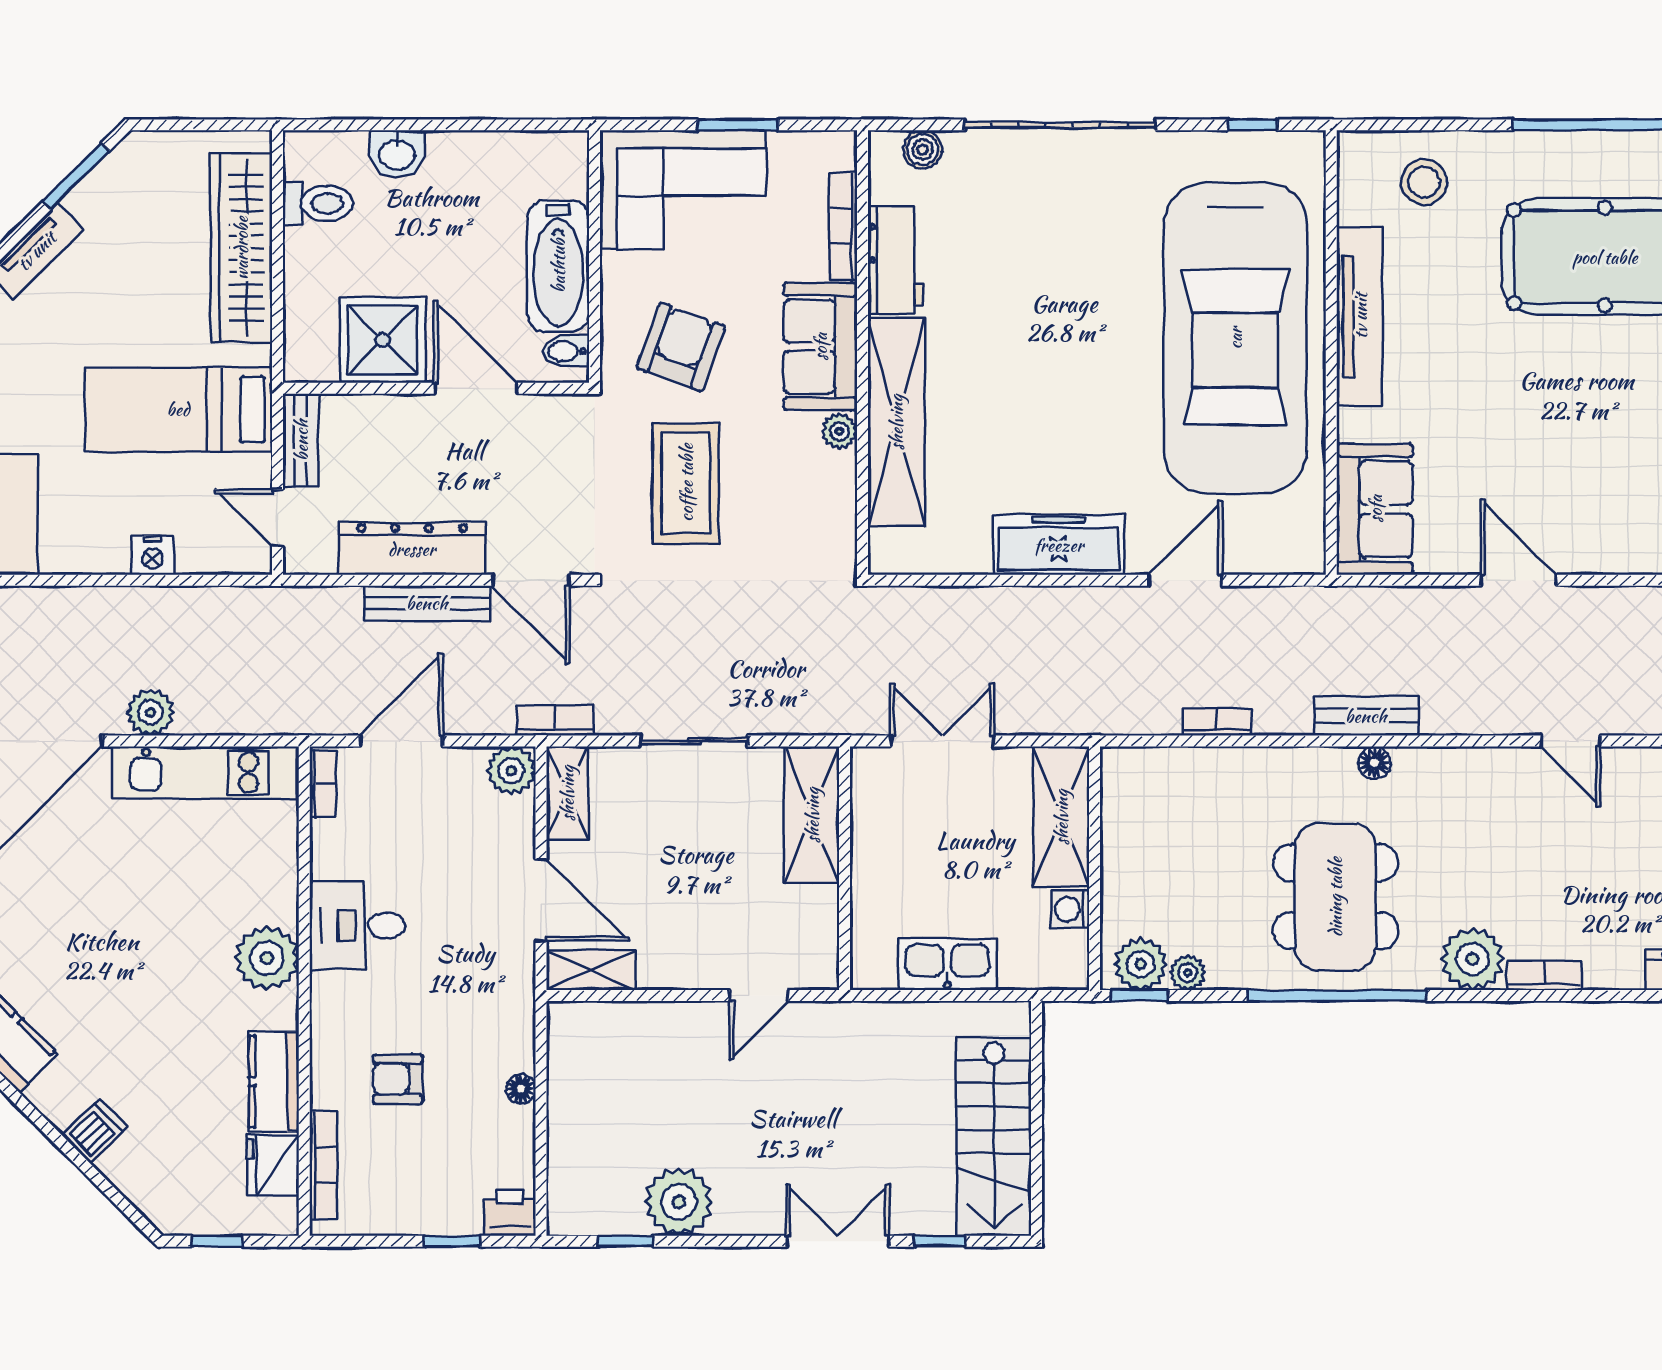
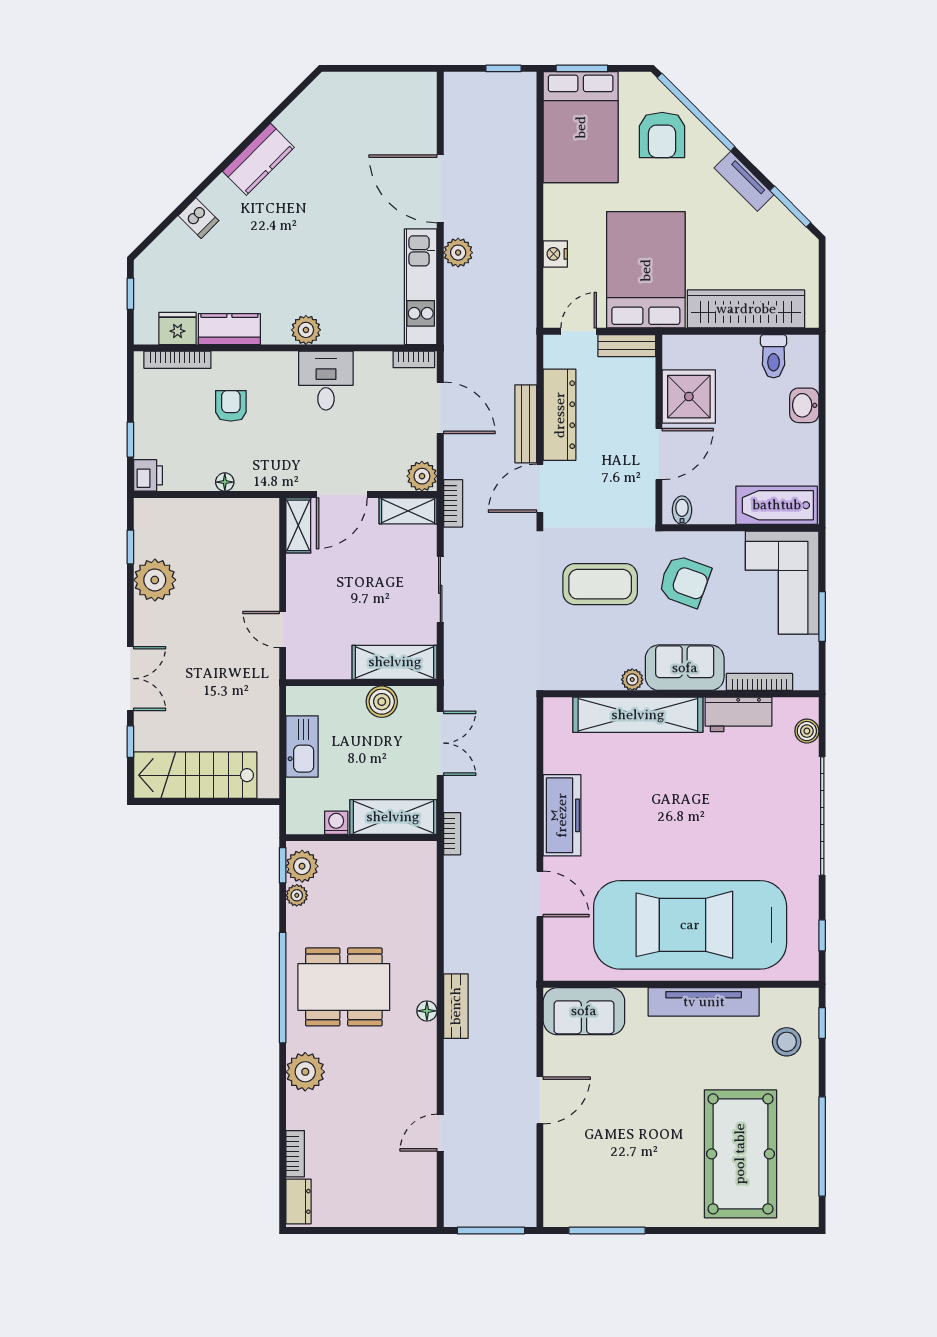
window: (1394, 125) -> (822, 1023), added
bathtub: (558, 266) -> (777, 505), moved
bed: (178, 409) -> (646, 270), width x1.50
bookcase: (1217, 722) -> (452, 834), moved
boiler: (875, 836) -> (382, 702), added
plant: (267, 958) -> (306, 330), width x0.73, depth x0.73
bookcase: (1545, 975) -> (295, 1154), moved

